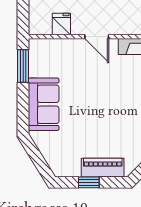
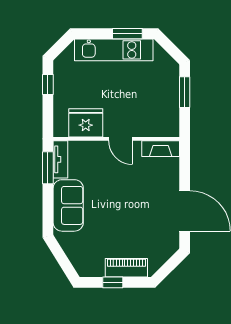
fridge: (61, 24) -> (86, 123), width x1.88, depth x1.34
tv unit: (36, 57) -> (60, 159), added

